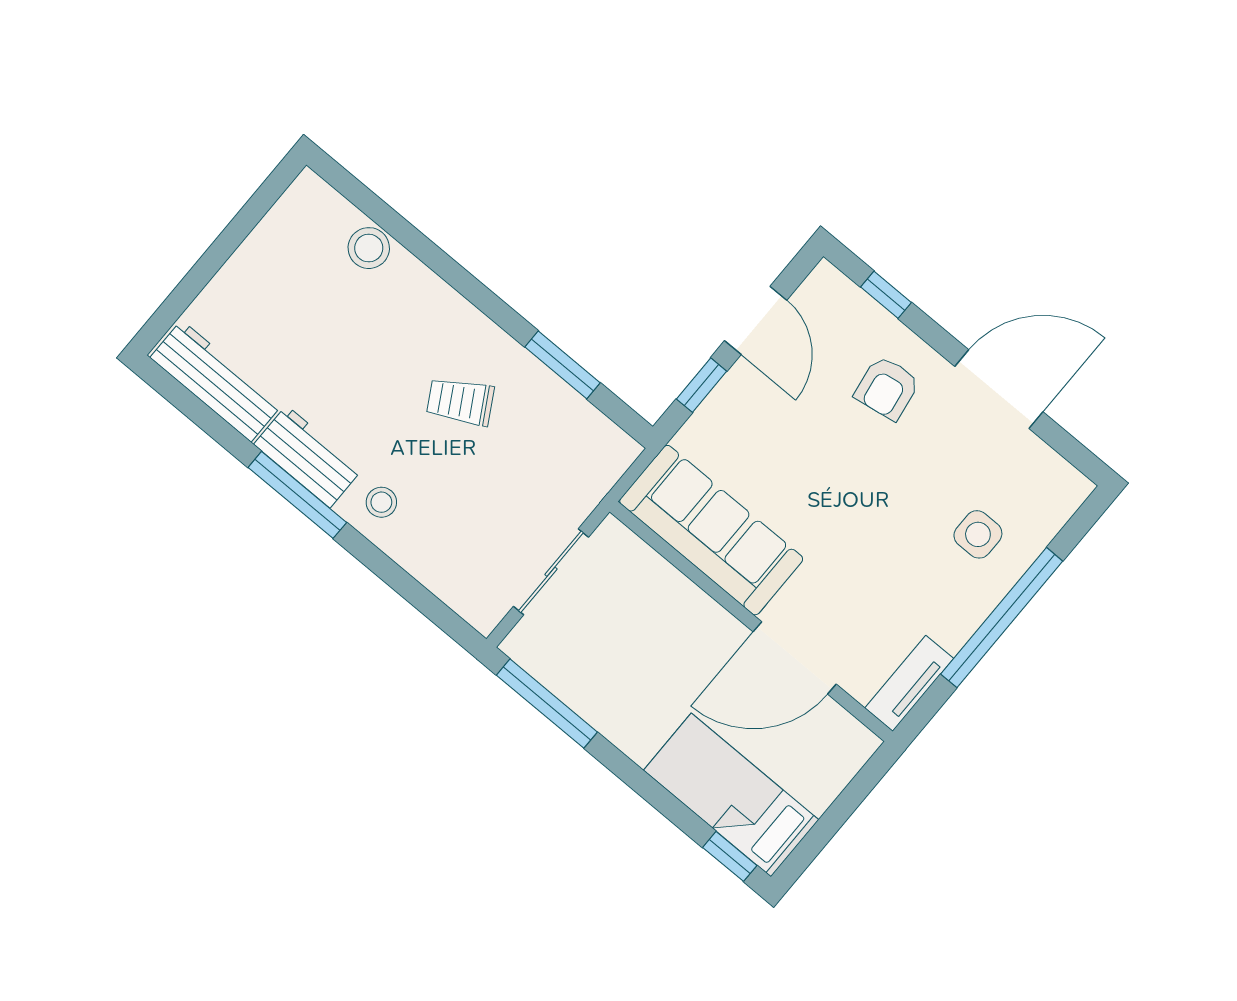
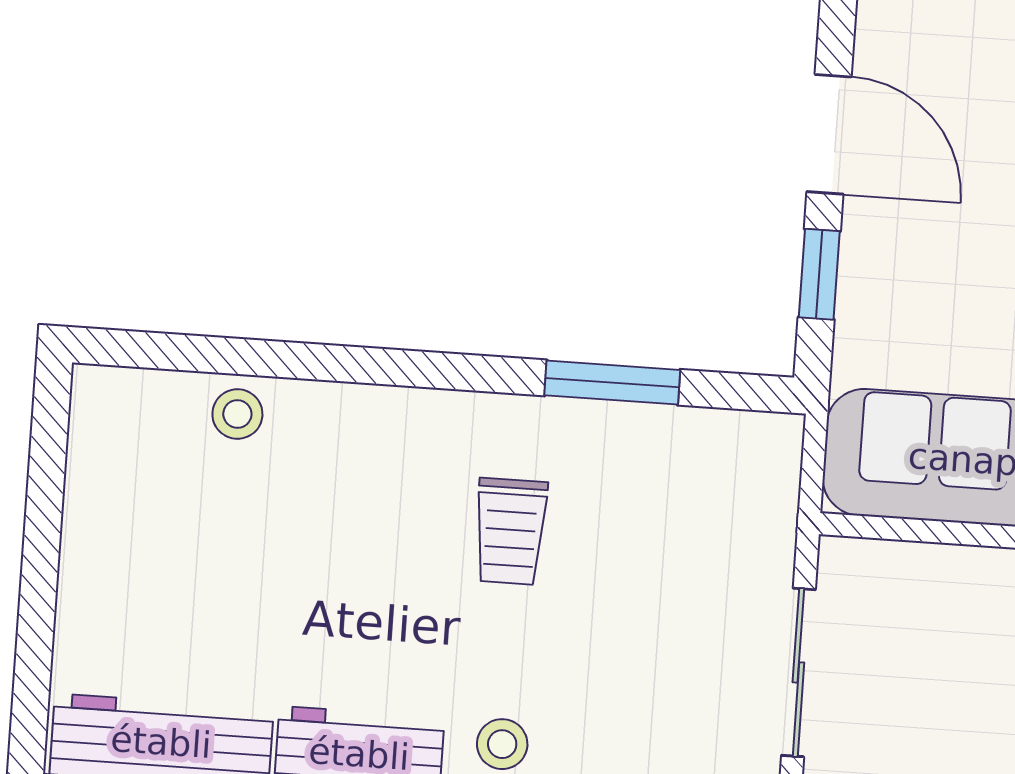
stool: (369, 248) -> (237, 414), width x0.73, depth x0.73
trolley: (460, 401) -> (510, 531), turned -60

